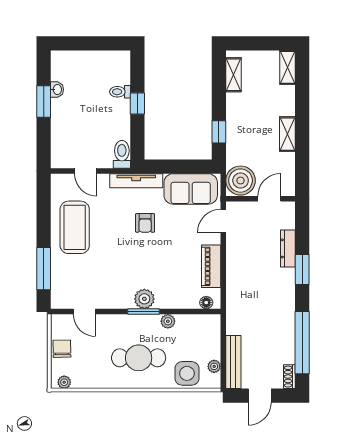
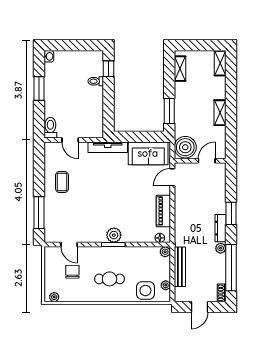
washbasin: (57, 90) -> (49, 56), moved
window: (137, 103) -> (109, 69), moved
window: (219, 132) -> (169, 111), width x1.50
toilet: (122, 154) -> (50, 128), moved
armchair: (145, 223) -> (114, 179), removed
coffee table: (75, 227) -> (62, 182), width x0.54, depth x0.58
dresser: (288, 248) -> (220, 228), moved
plant: (288, 317) -> (221, 248), added
plant: (168, 321) -> (165, 252), moved
chair: (62, 349) -> (72, 272), moved
cafe table: (139, 358) -> (110, 279), width x0.73, depth x0.74
bench: (233, 362) -> (180, 267), moved

